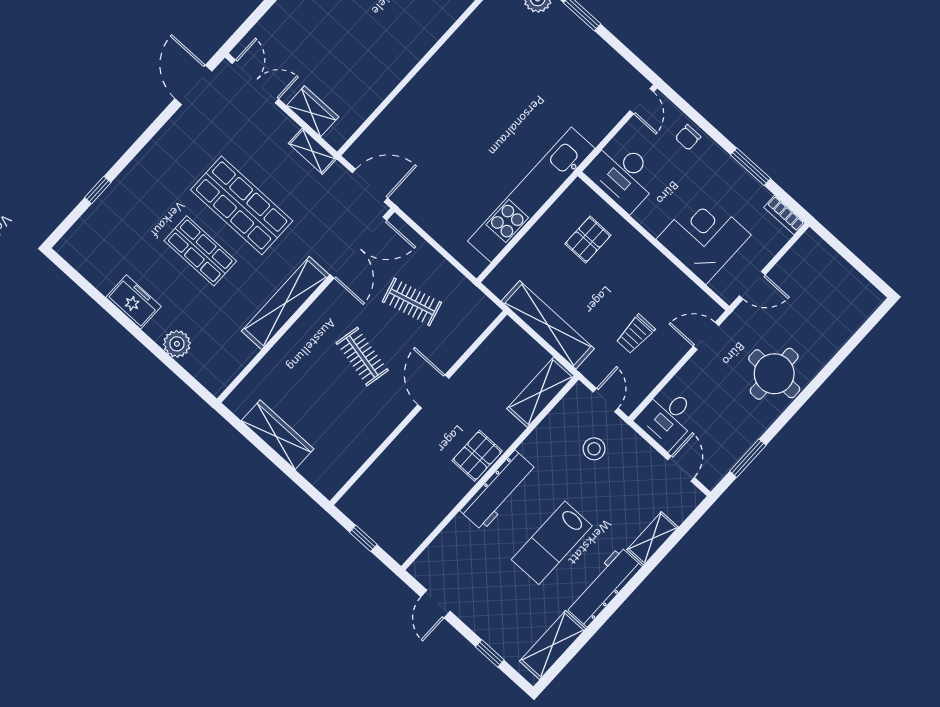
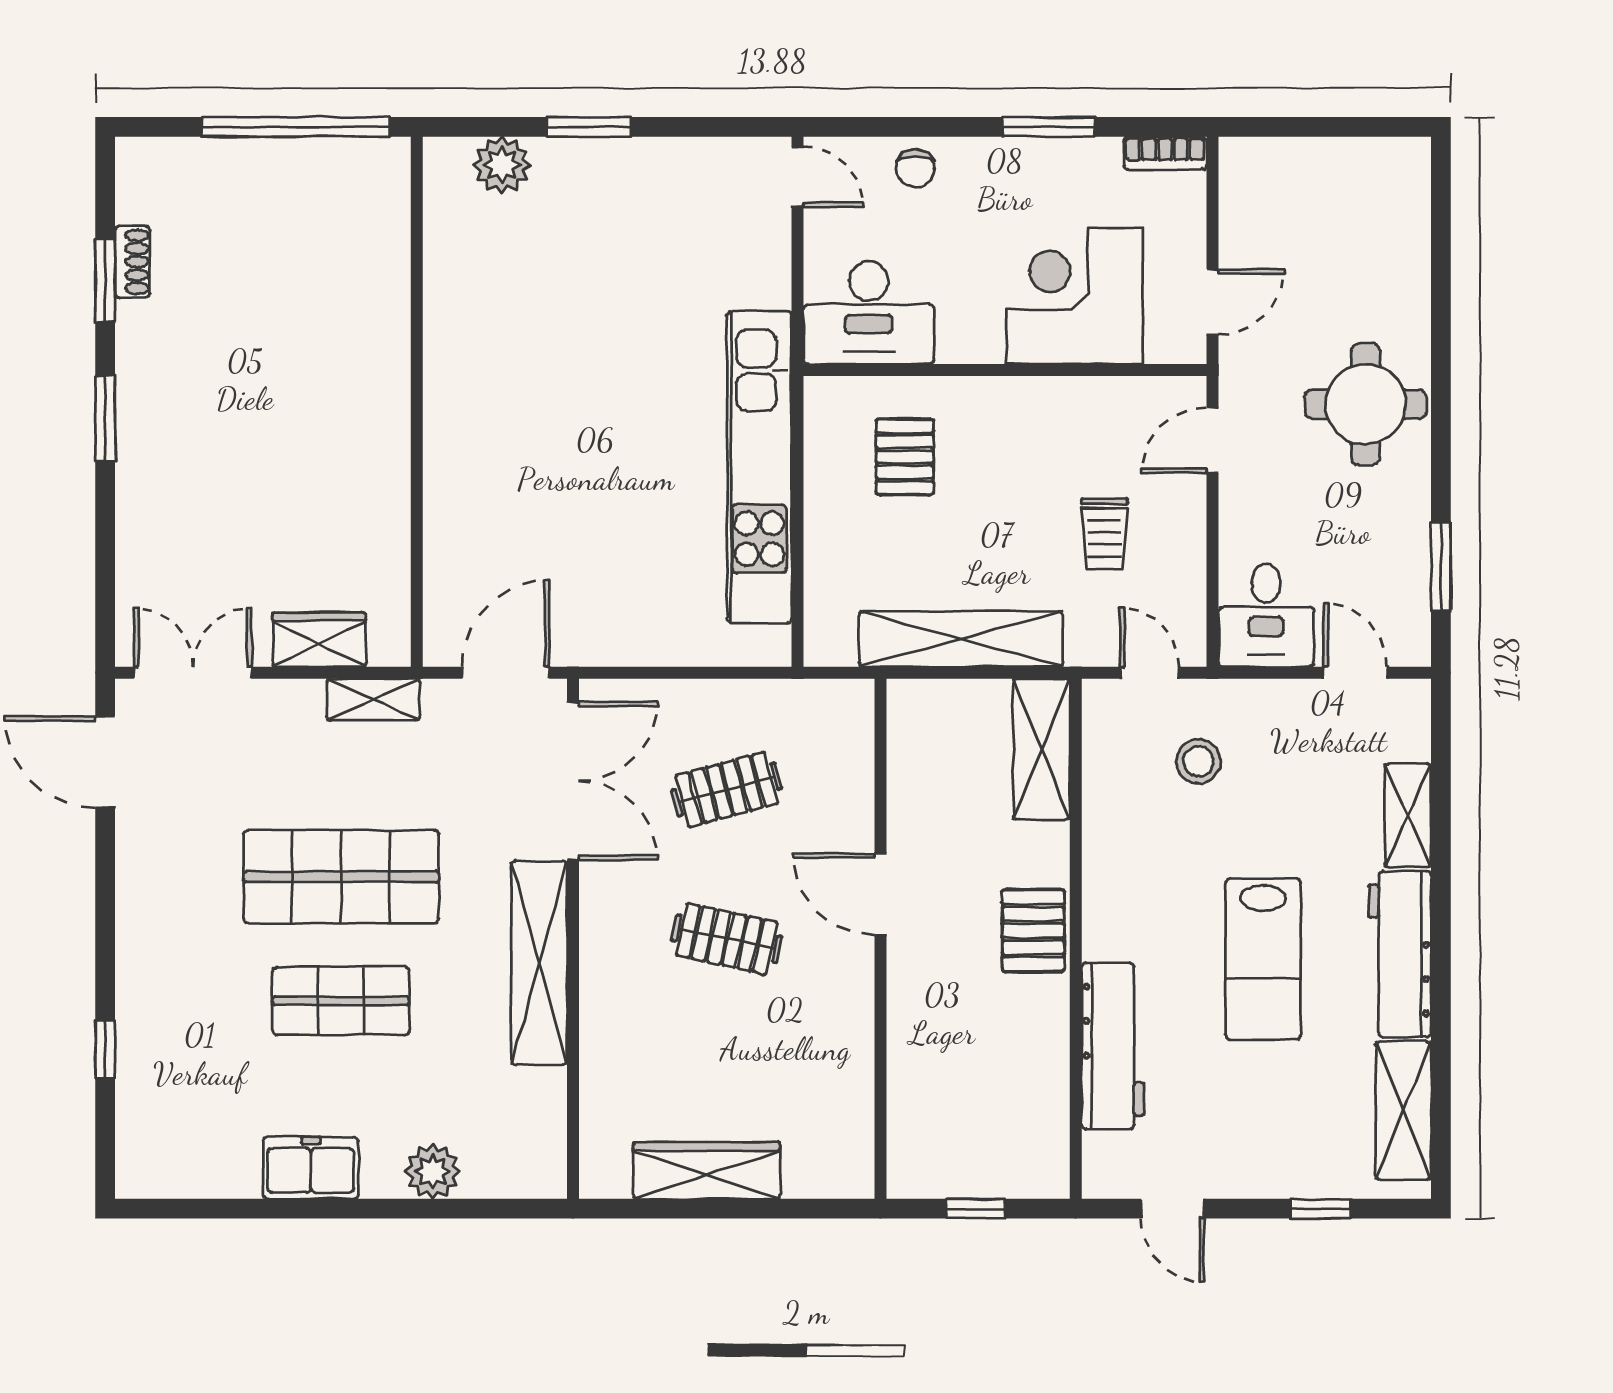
workbench: (499, 491) -> (1113, 1046), moved

